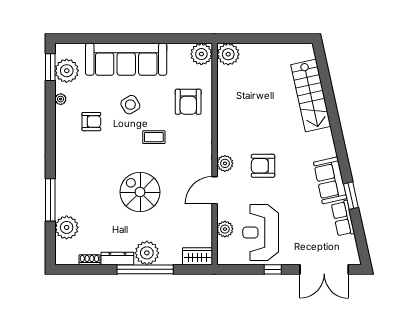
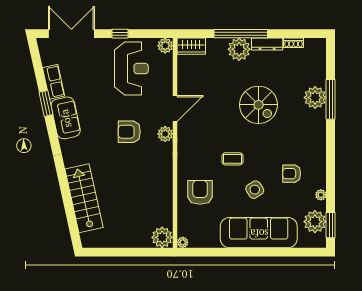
plant: (201, 54) -> (183, 242), width x0.53, depth x0.53
armchair: (263, 166) -> (129, 132), turned 180
spiral stairs: (140, 192) -> (259, 105), moved
plant: (67, 227) -> (315, 98), moved
plant: (225, 229) -> (165, 46), moved

